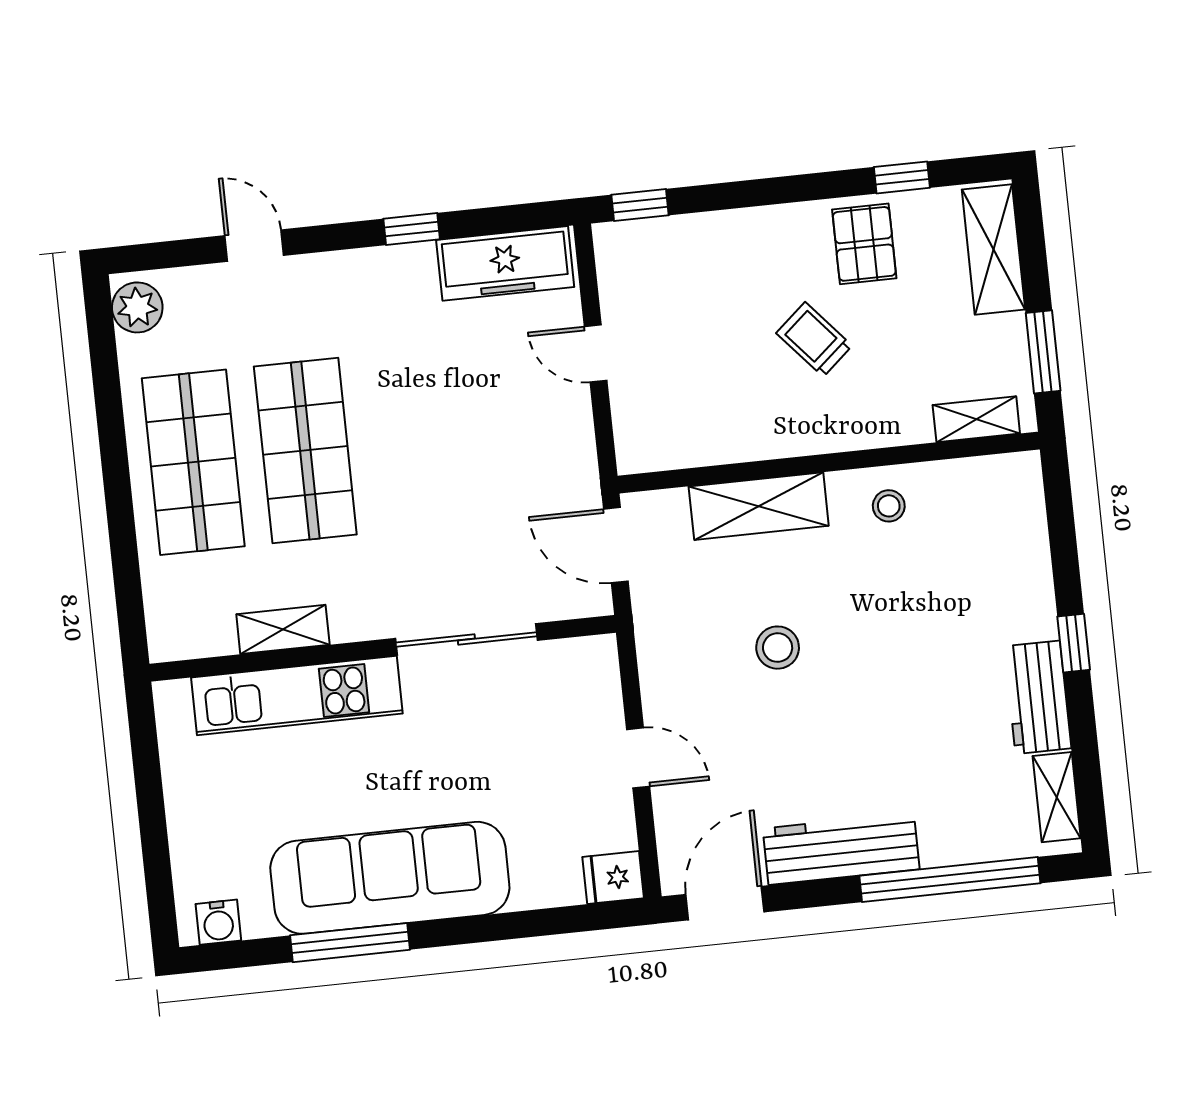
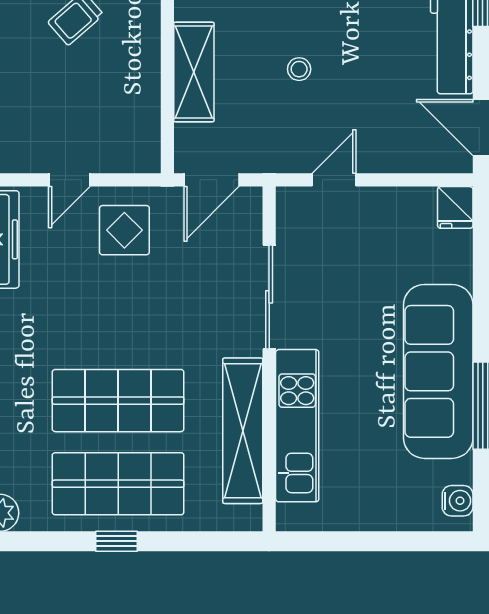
display table: (536, 435) -> (124, 230), added
window: (115, 468) -> (116, 541), added
shelving: (283, 629) -> (243, 431), width x2.20, depth x1.33
stool: (778, 648) -> (299, 69), width x0.73, depth x0.73
door: (638, 758) -> (334, 180), moved

